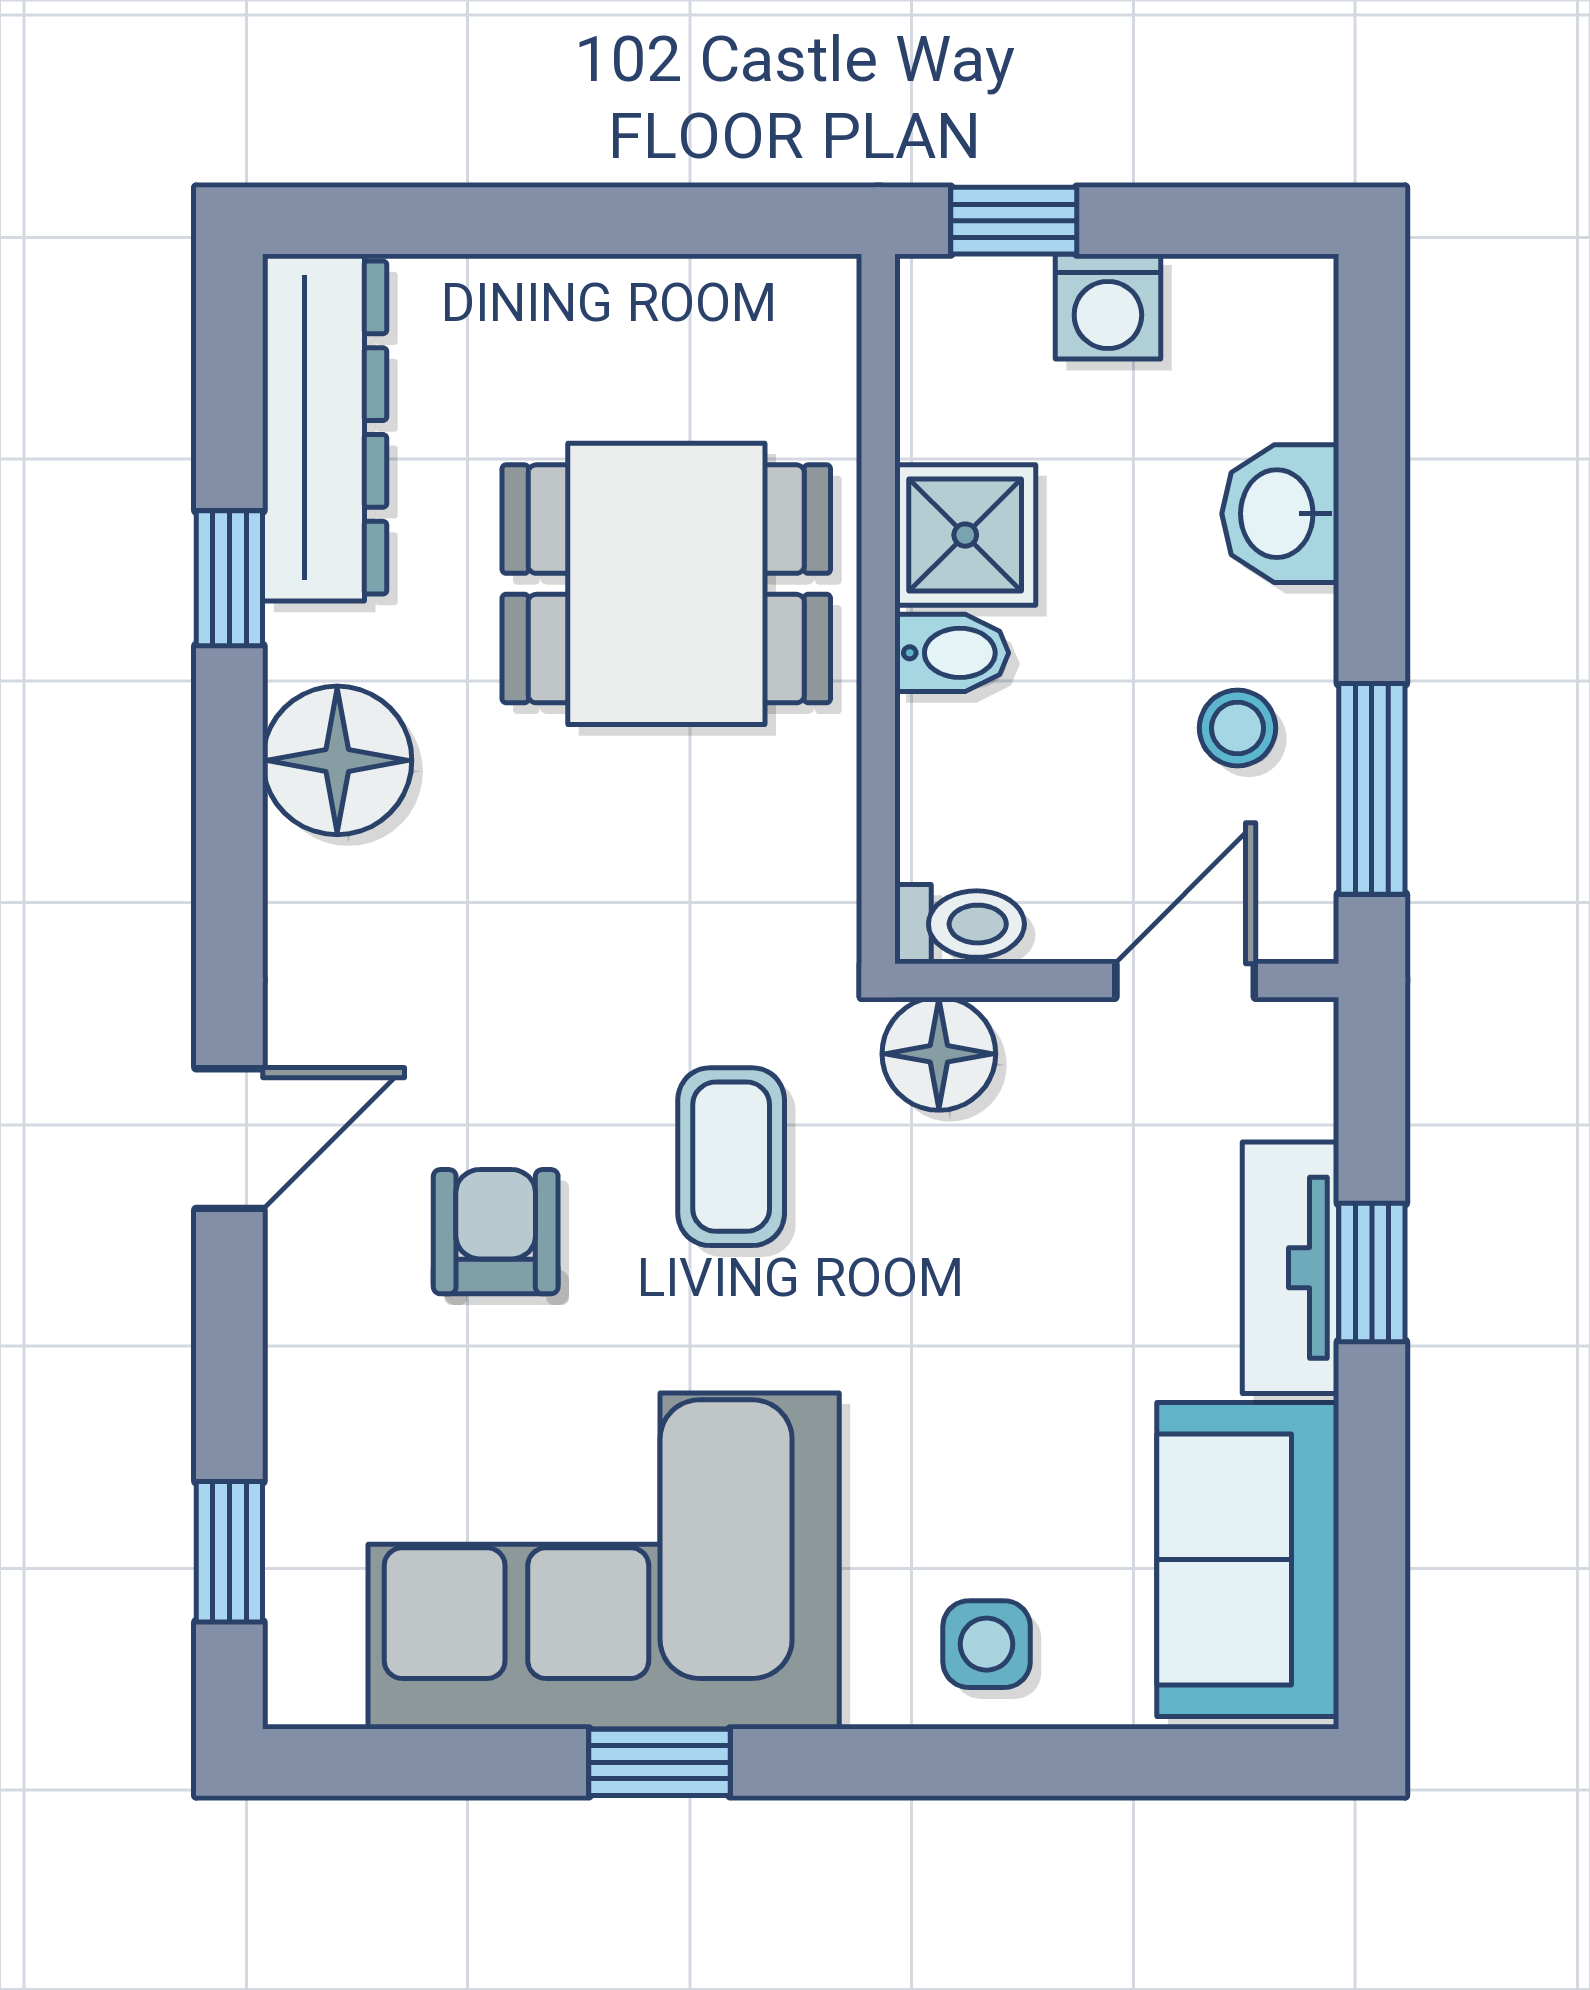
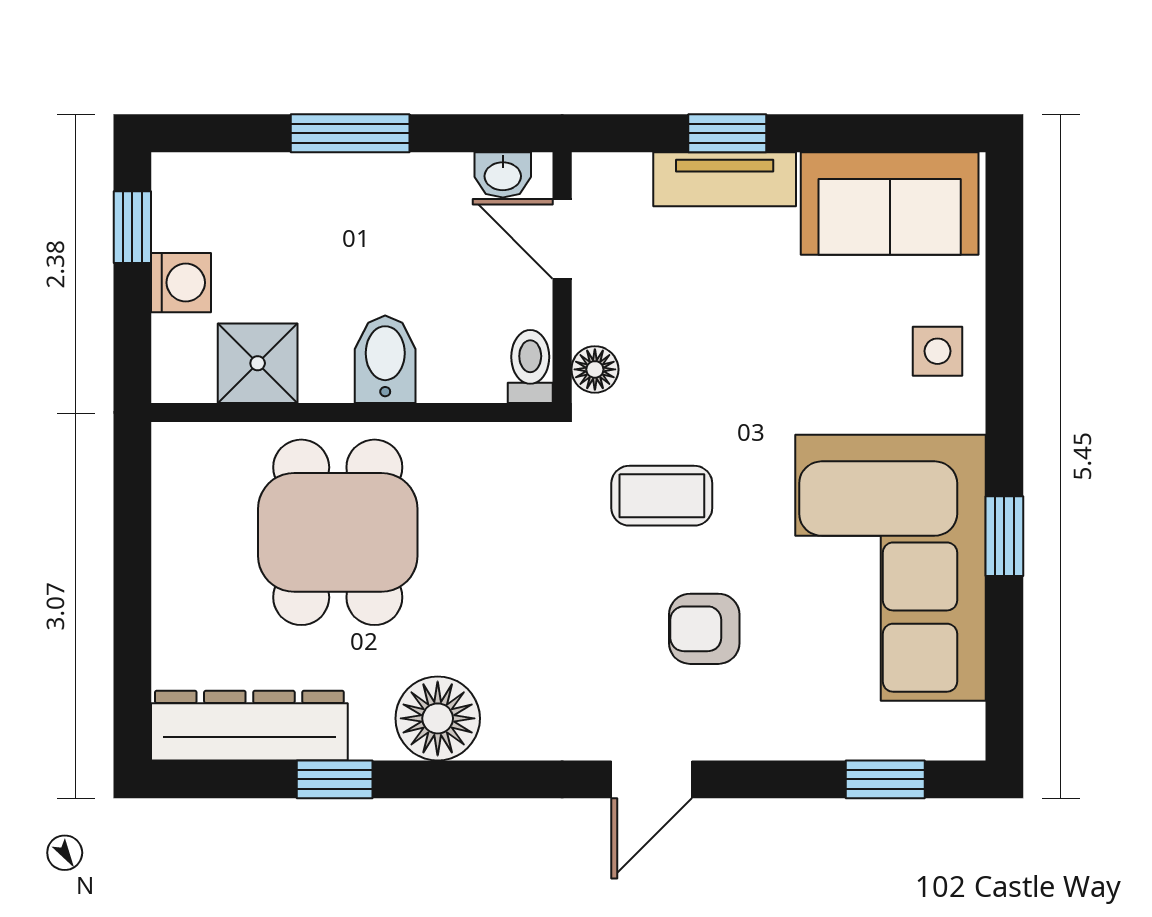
window: (1014, 221) -> (132, 227), moved
washbasin: (1280, 514) -> (503, 175), moved, width x0.72, depth x0.69
shower: (965, 535) -> (258, 363), moved
bidet: (952, 653) -> (385, 359), width x1.38, depth x1.36
stool: (1237, 728) -> (419, 209), removed
window: (1372, 789) -> (350, 133), moved
floor lamp: (939, 1054) -> (595, 369), width x0.73, depth x0.73
door: (229, 1139) -> (652, 779), swing flipped

